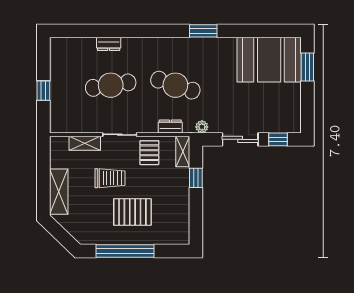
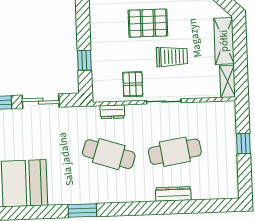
dresser: (109, 44) -> (173, 194), width x1.44
plant: (202, 127) -> (80, 113), removed
shelving: (85, 143) -> (227, 81), moved, turned 90
shelving: (183, 152) -> (99, 87), removed
trolley: (110, 178) -> (172, 57), turned 180

